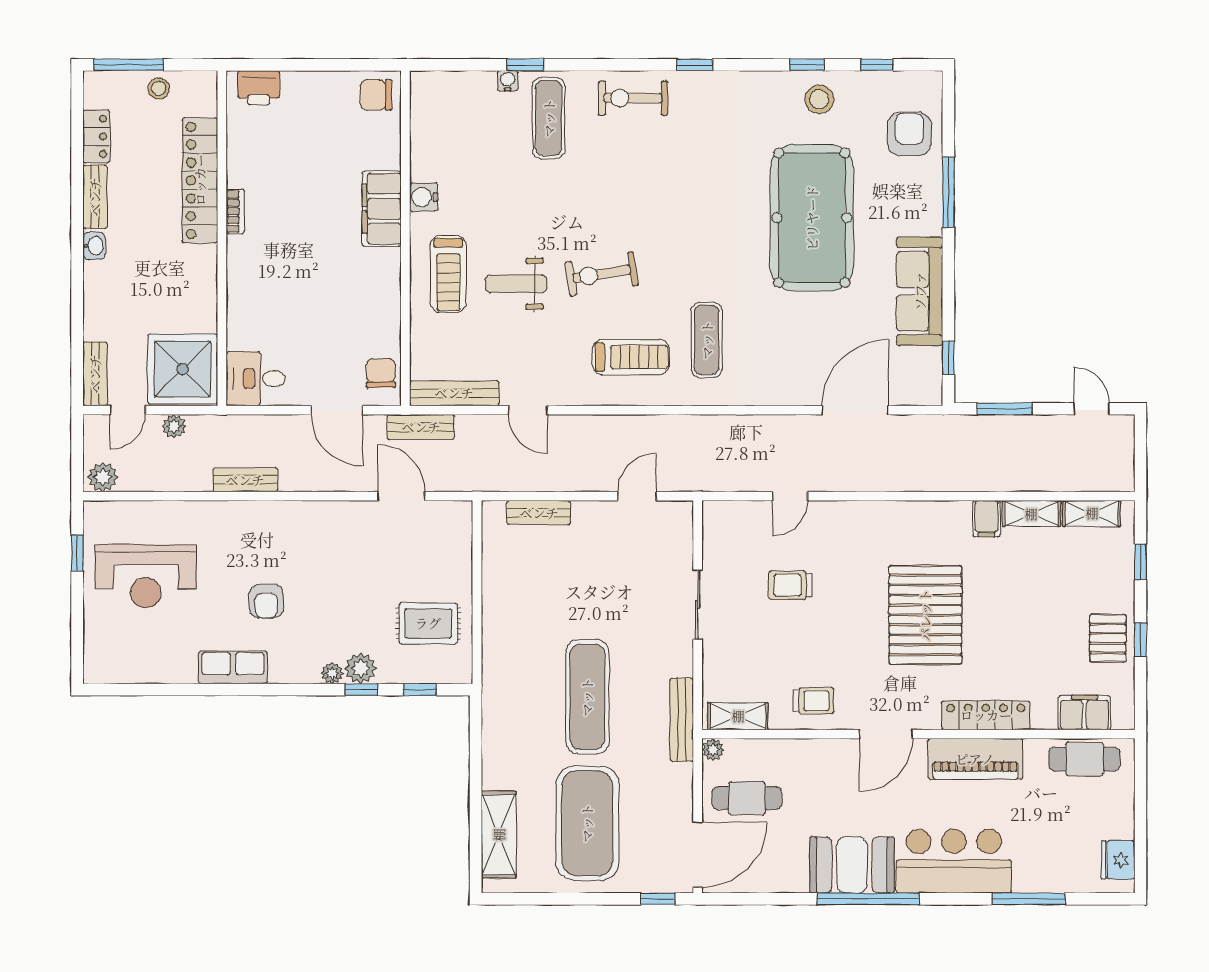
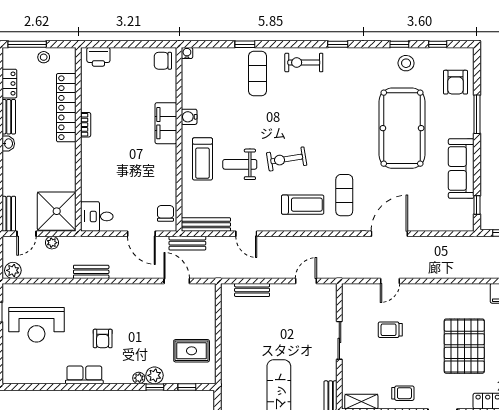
water cooler: (508, 81) -> (187, 53), moved
armchair: (909, 134) -> (455, 82), turned 180
door: (855, 410) -> (389, 234), moved

